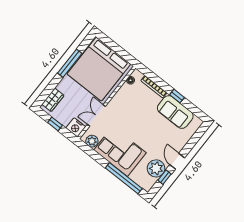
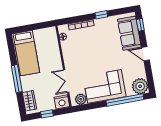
window: (70, 63) -> (17, 79), moved
bed: (99, 69) -> (26, 53), width x0.49
sofa: (175, 112) -> (129, 33), moved, turned 90
plant: (156, 168) -> (140, 86), moved
window: (165, 177) -> (140, 25), moved

